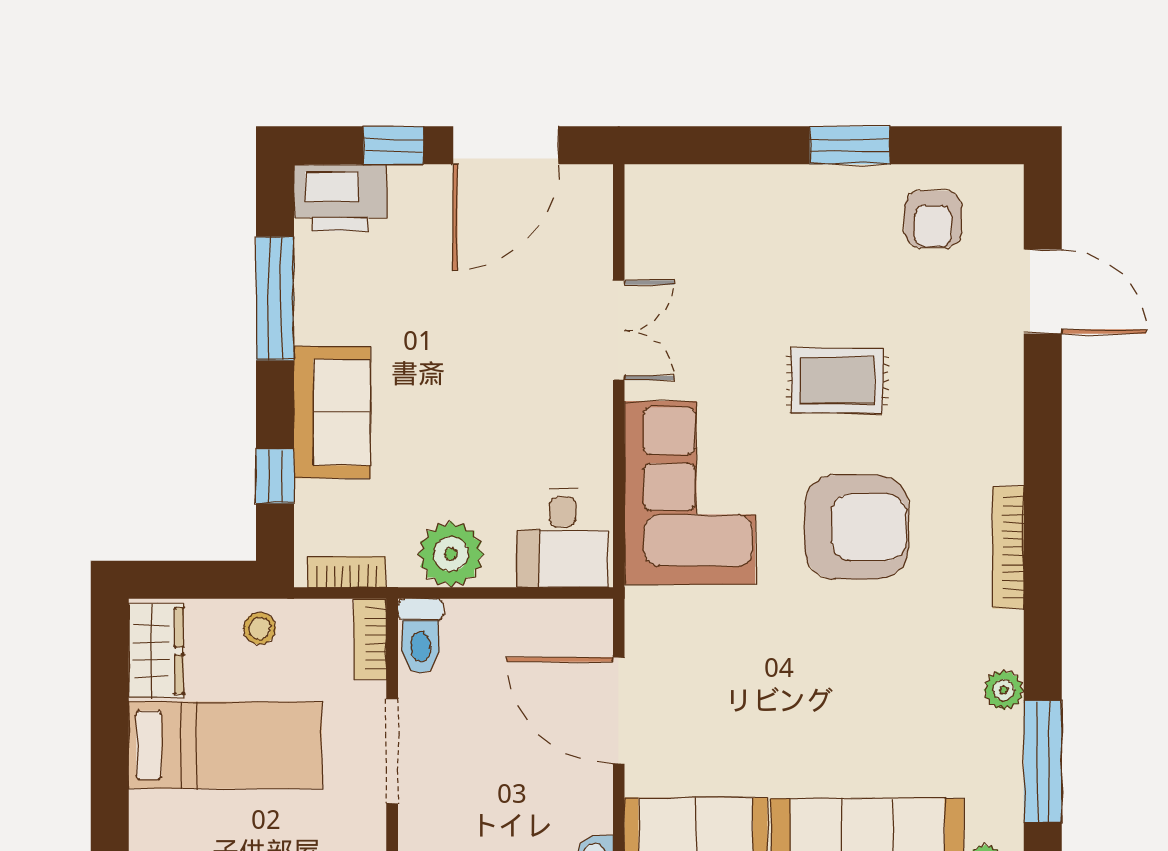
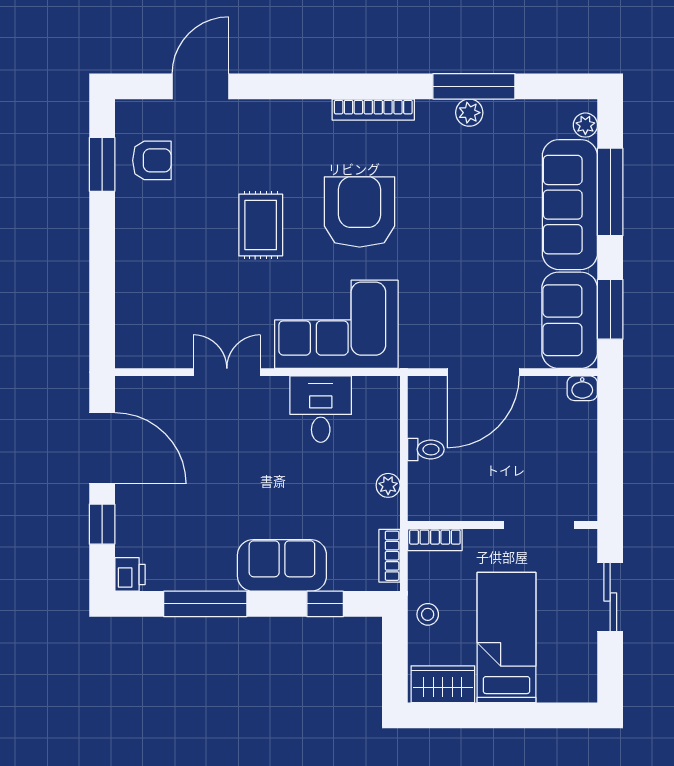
window: (850, 145) -> (102, 164), moved
printer: (340, 198) -> (130, 574), width x0.53, depth x0.68
desk: (563, 538) -> (321, 409), moved, turned -90
plant: (451, 554) -> (388, 485), width x0.53, depth x0.53
toilet: (420, 636) -> (426, 449), moved, width x0.73, depth x0.72
doorway: (392, 751) -> (539, 525), moved
window: (1043, 762) -> (474, 86), moved

